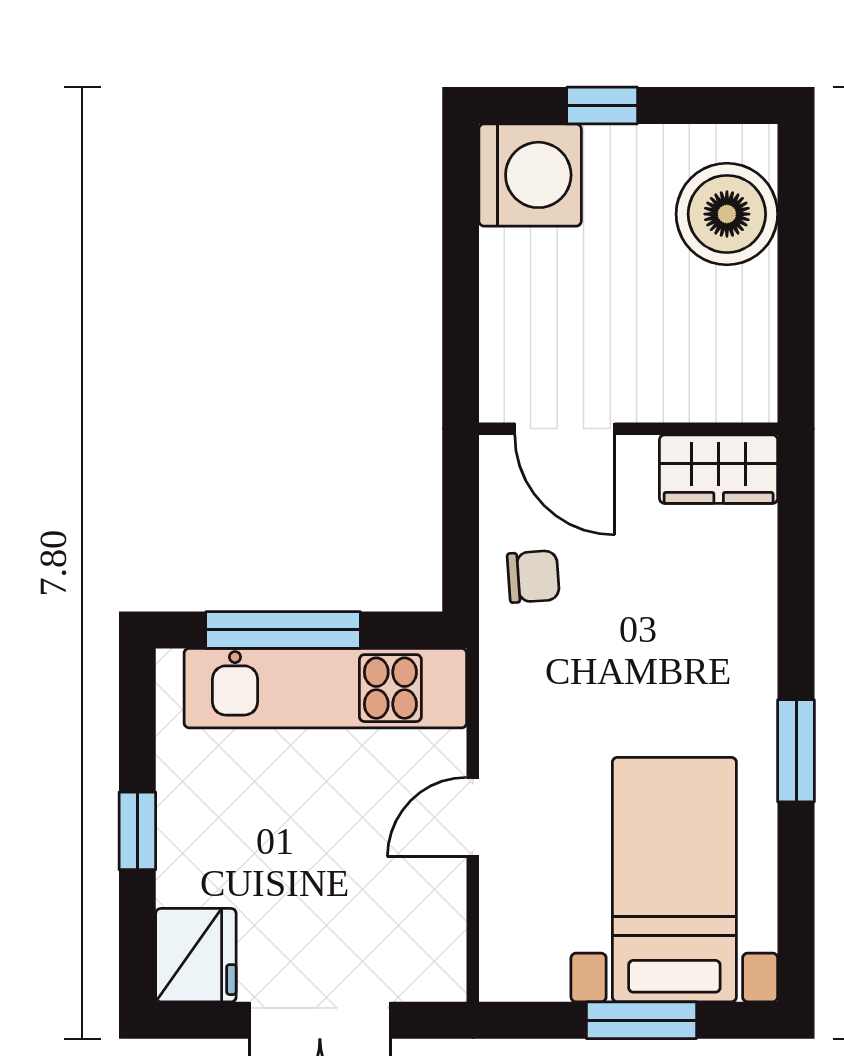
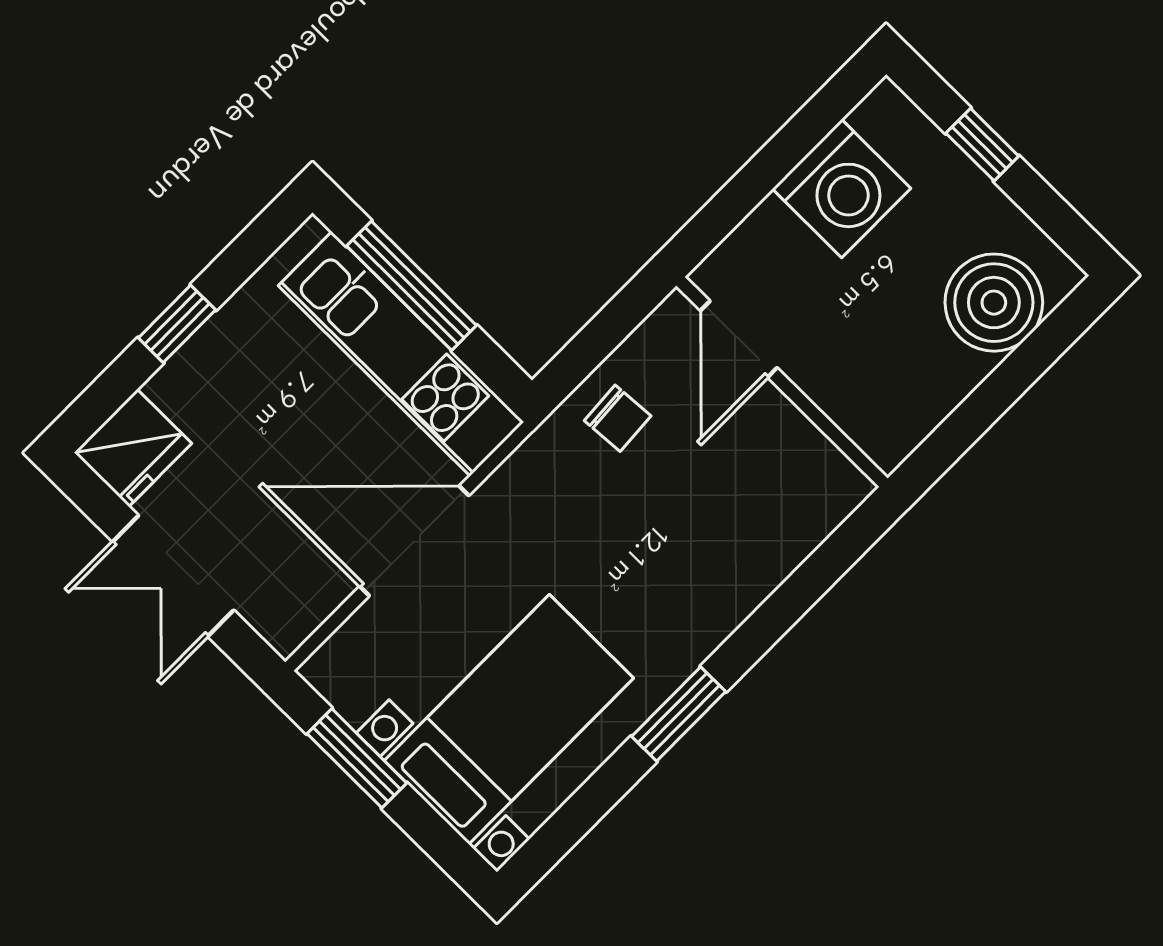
washing machine: (530, 175) -> (842, 188), moved
wardrobe: (719, 469) -> (816, 470), removed
door: (473, 817) -> (414, 541), width x1.88
window: (641, 1020) -> (357, 758), moved

